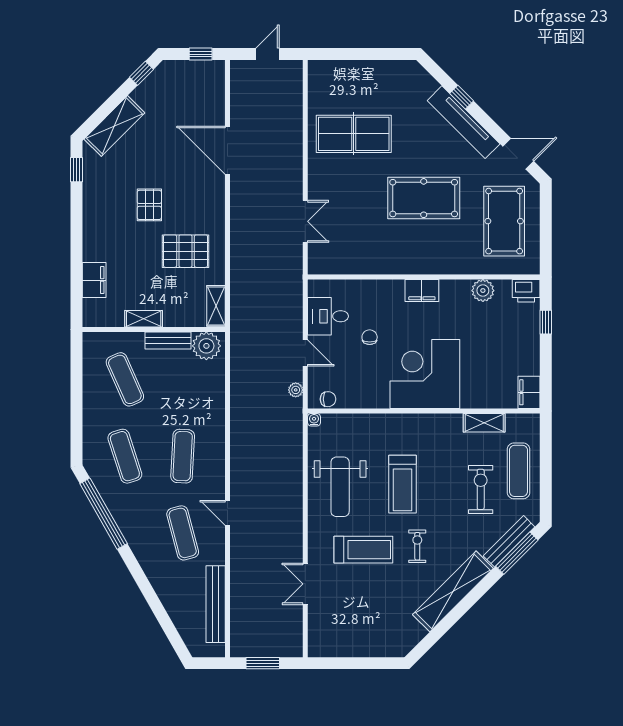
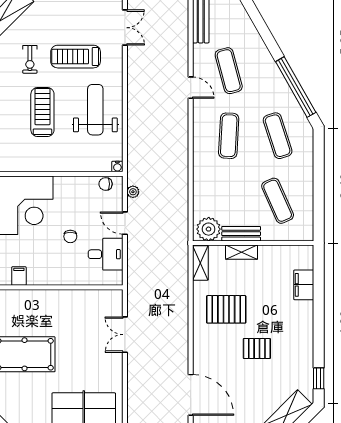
pallet: (149, 205) -> (257, 349), turned 90
filing cabinet: (422, 290) -> (19, 276), width x0.50
shelving: (144, 319) -> (242, 252), moved

